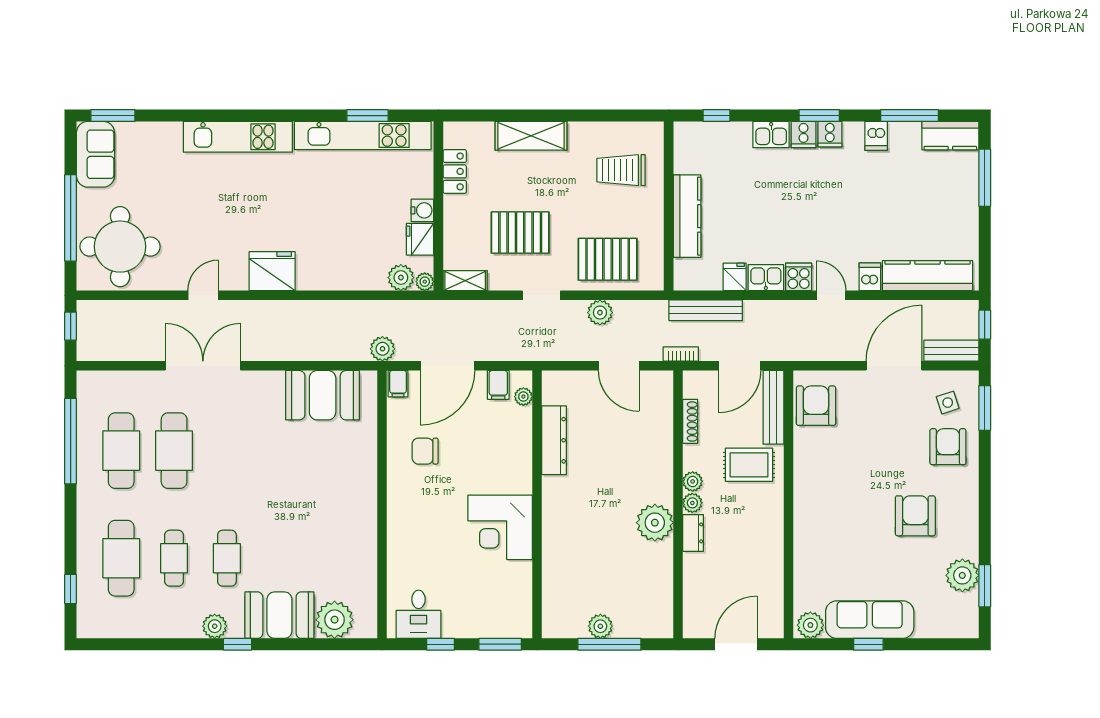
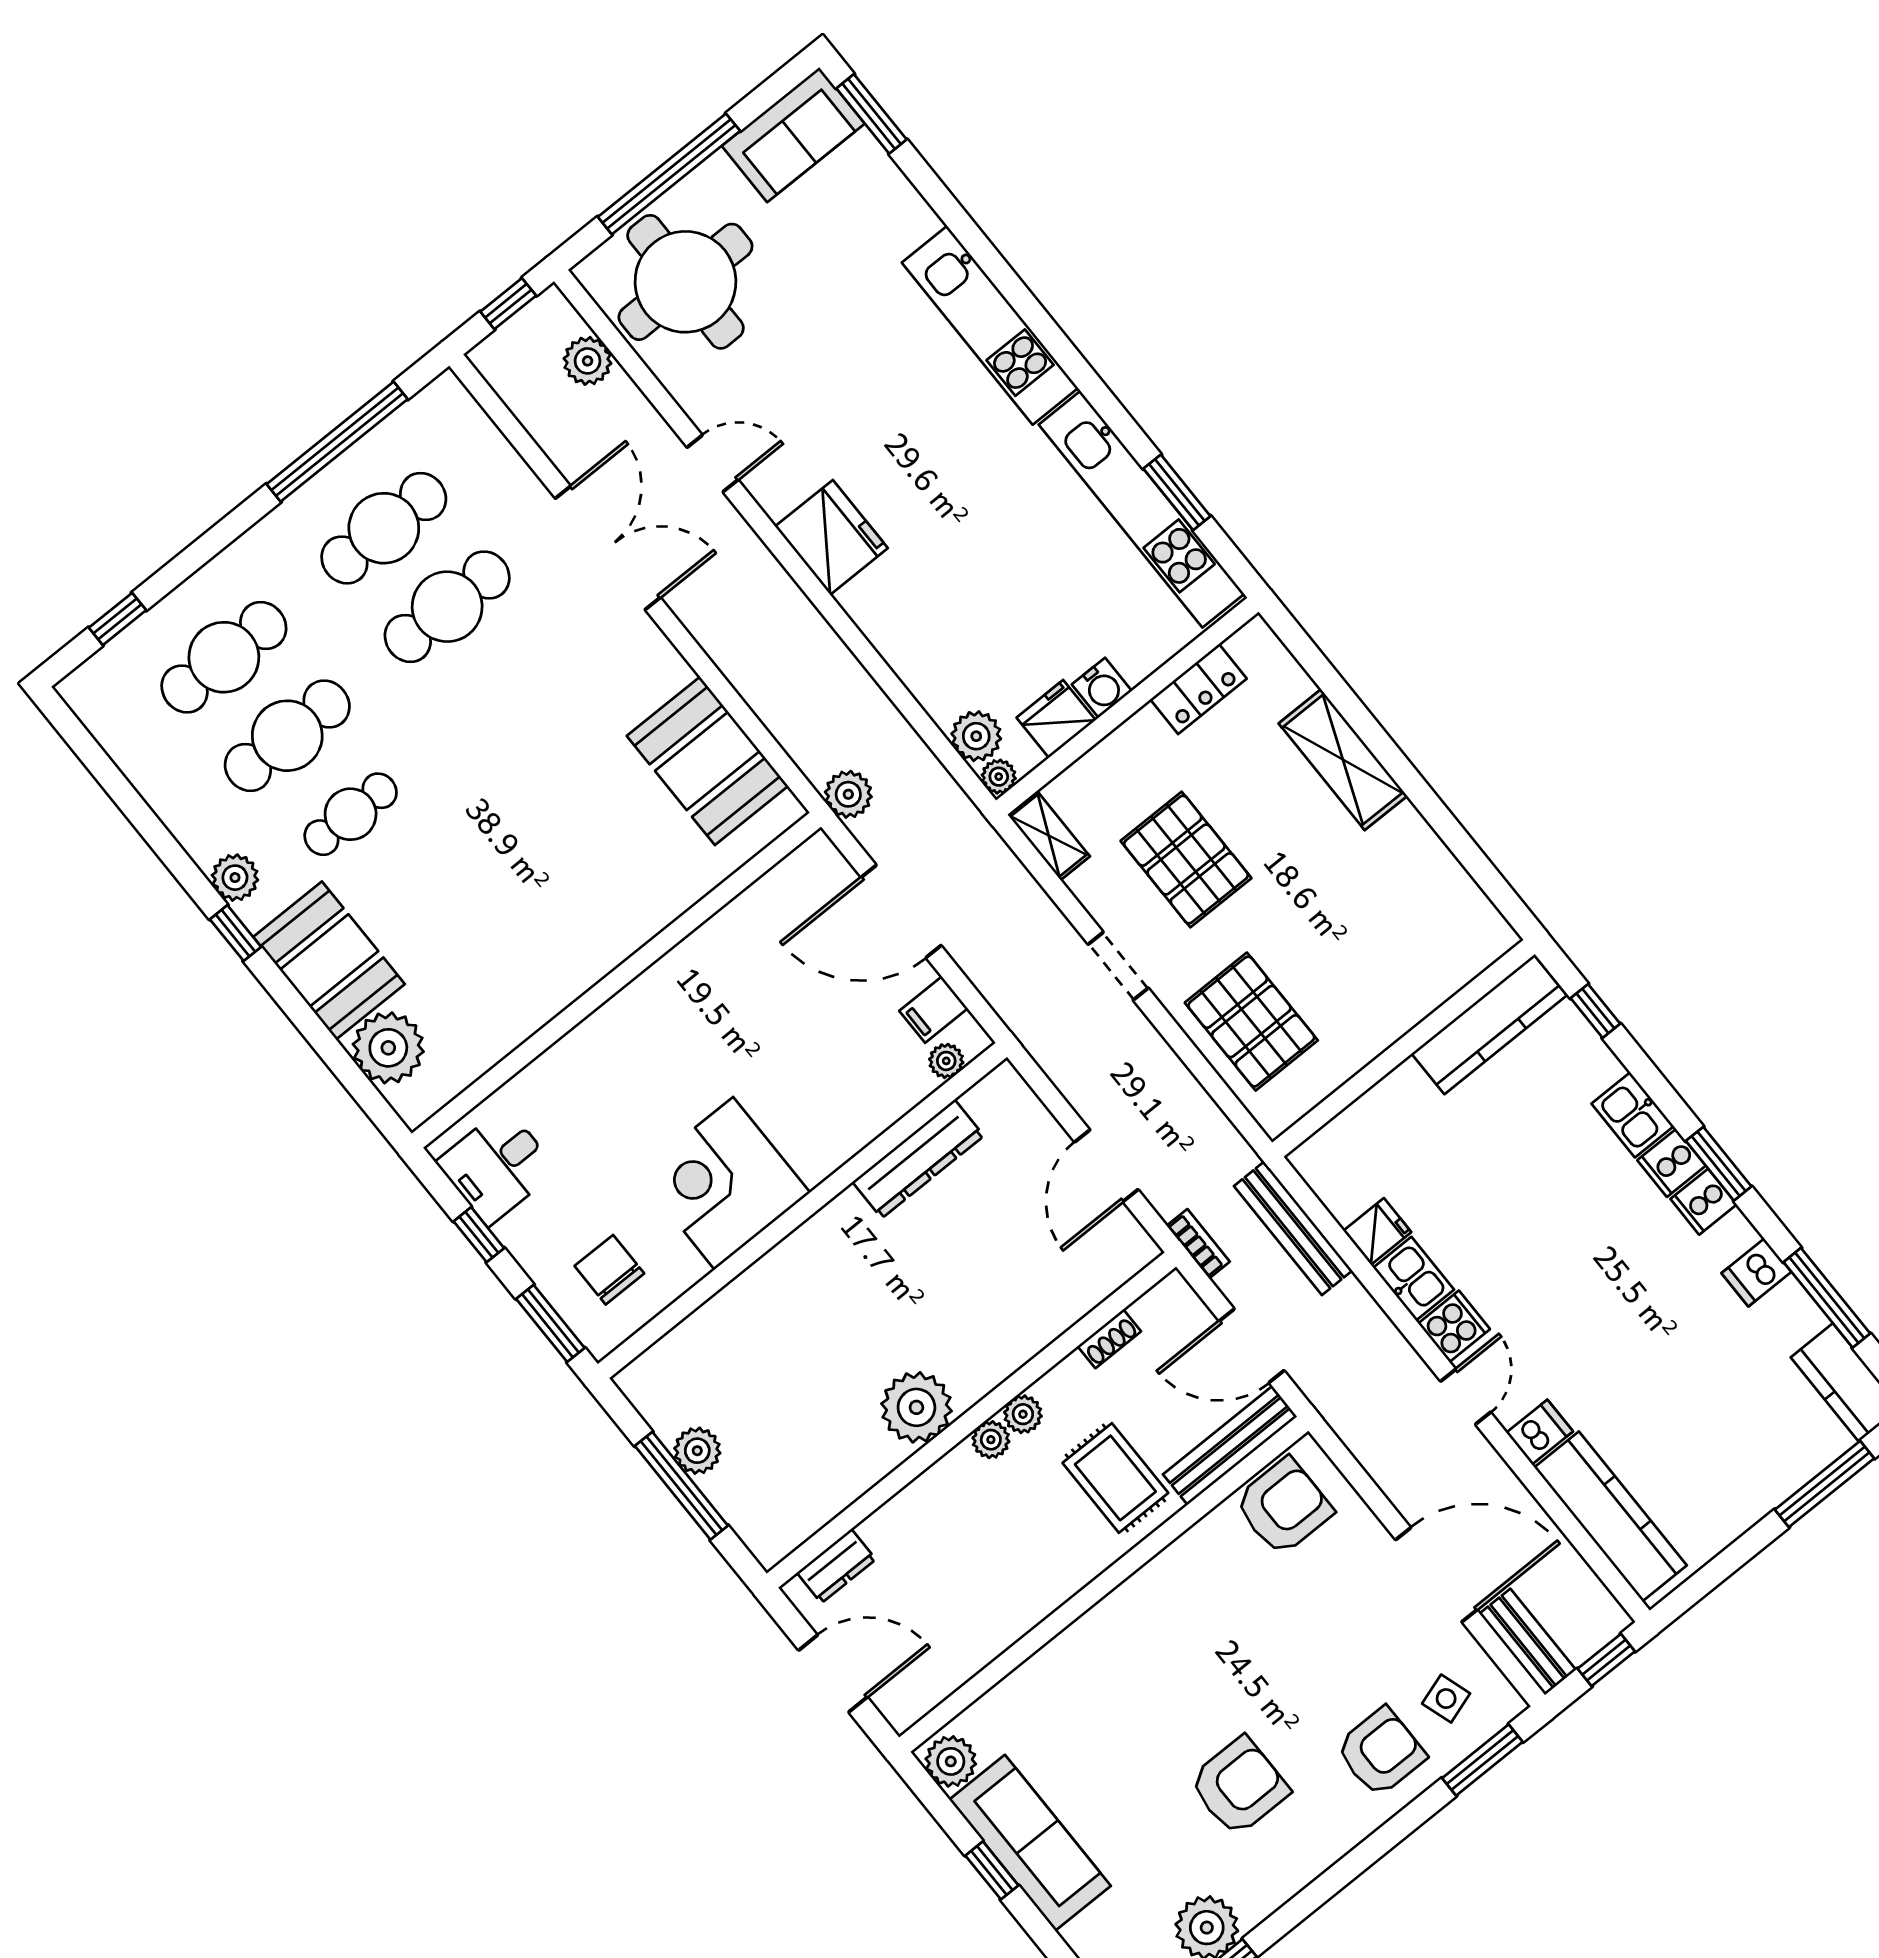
trolley: (621, 170) -> (1400, 935), removed
kitchen counter: (687, 216) -> (1489, 1024), moved
plant: (600, 313) -> (588, 361), moved
filing cabinet: (398, 384) -> (815, 859), removed
shoe rack: (690, 421) -> (1109, 1339), width x0.70
chair: (425, 451) -> (609, 1270), moved
dresser: (693, 533) -> (836, 1566), moved
cafe table: (174, 558) -> (287, 736), width x1.37, depth x1.35

